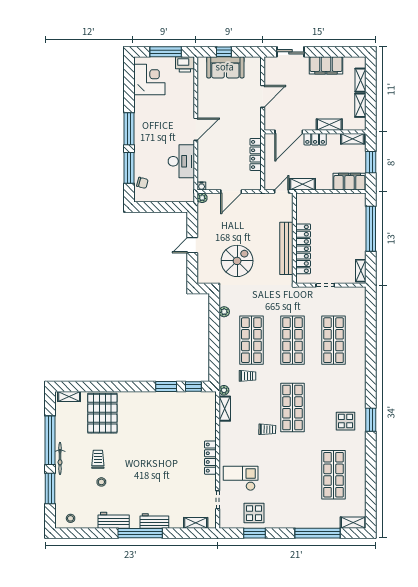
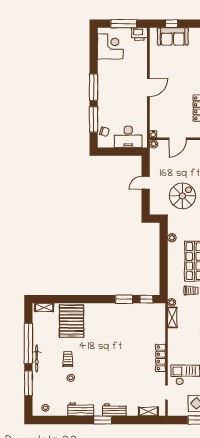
desk: (181, 161) -> (128, 137), moved, turned 90
window: (140, 533) -> (103, 420), width x0.47

